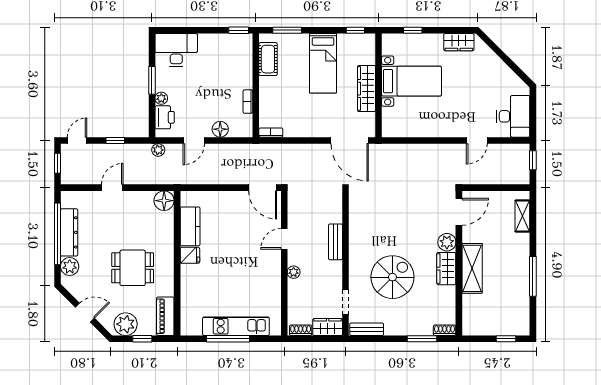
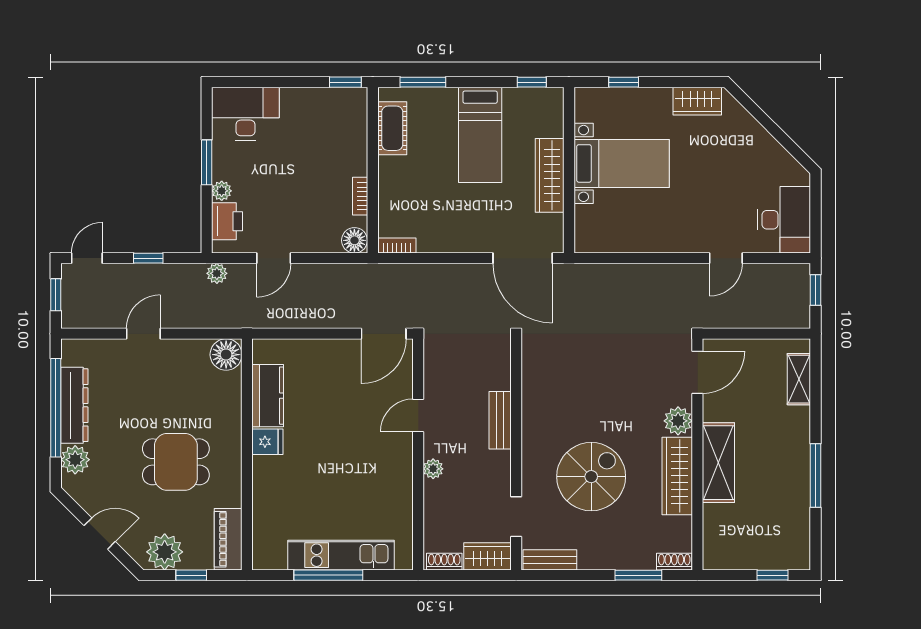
floor lamp: (220, 129) -> (354, 240), moved
door: (263, 188) -> (384, 334), hinge flipped
wardrobe: (446, 269) -> (677, 476), width x1.50

